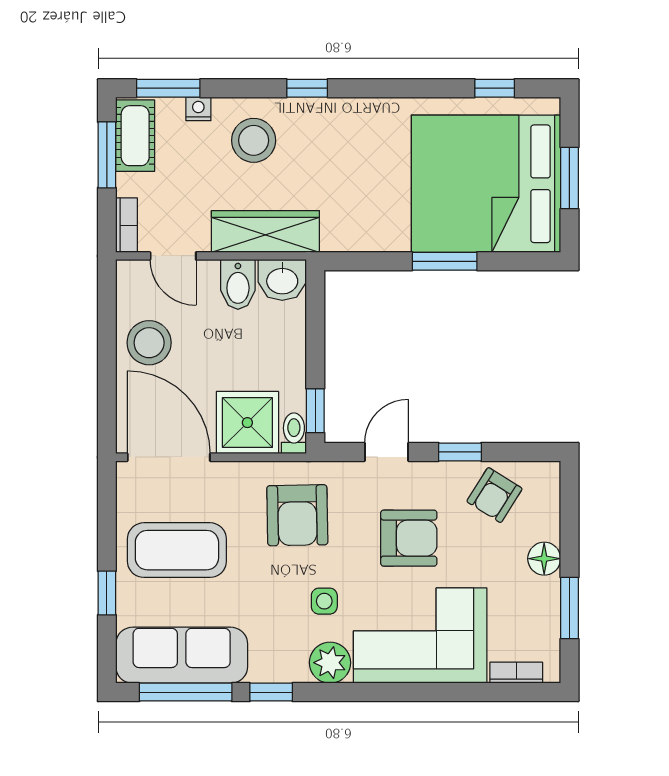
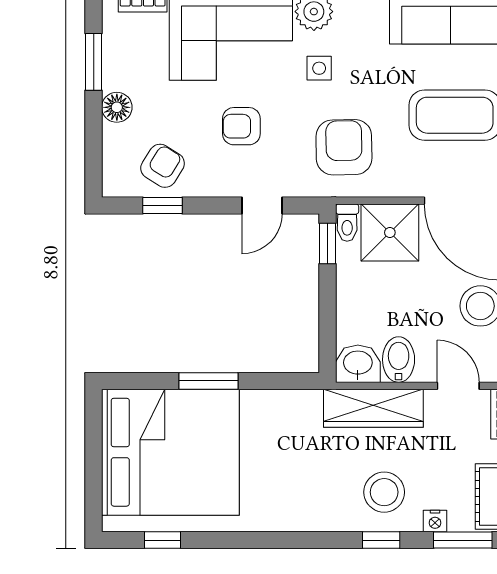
window: (307, 88) -> (381, 540), moved
window: (569, 178) -> (94, 457), removed
window: (460, 452) -> (162, 205), moved
armchair: (409, 538) -> (241, 126), width x0.72, depth x0.72

